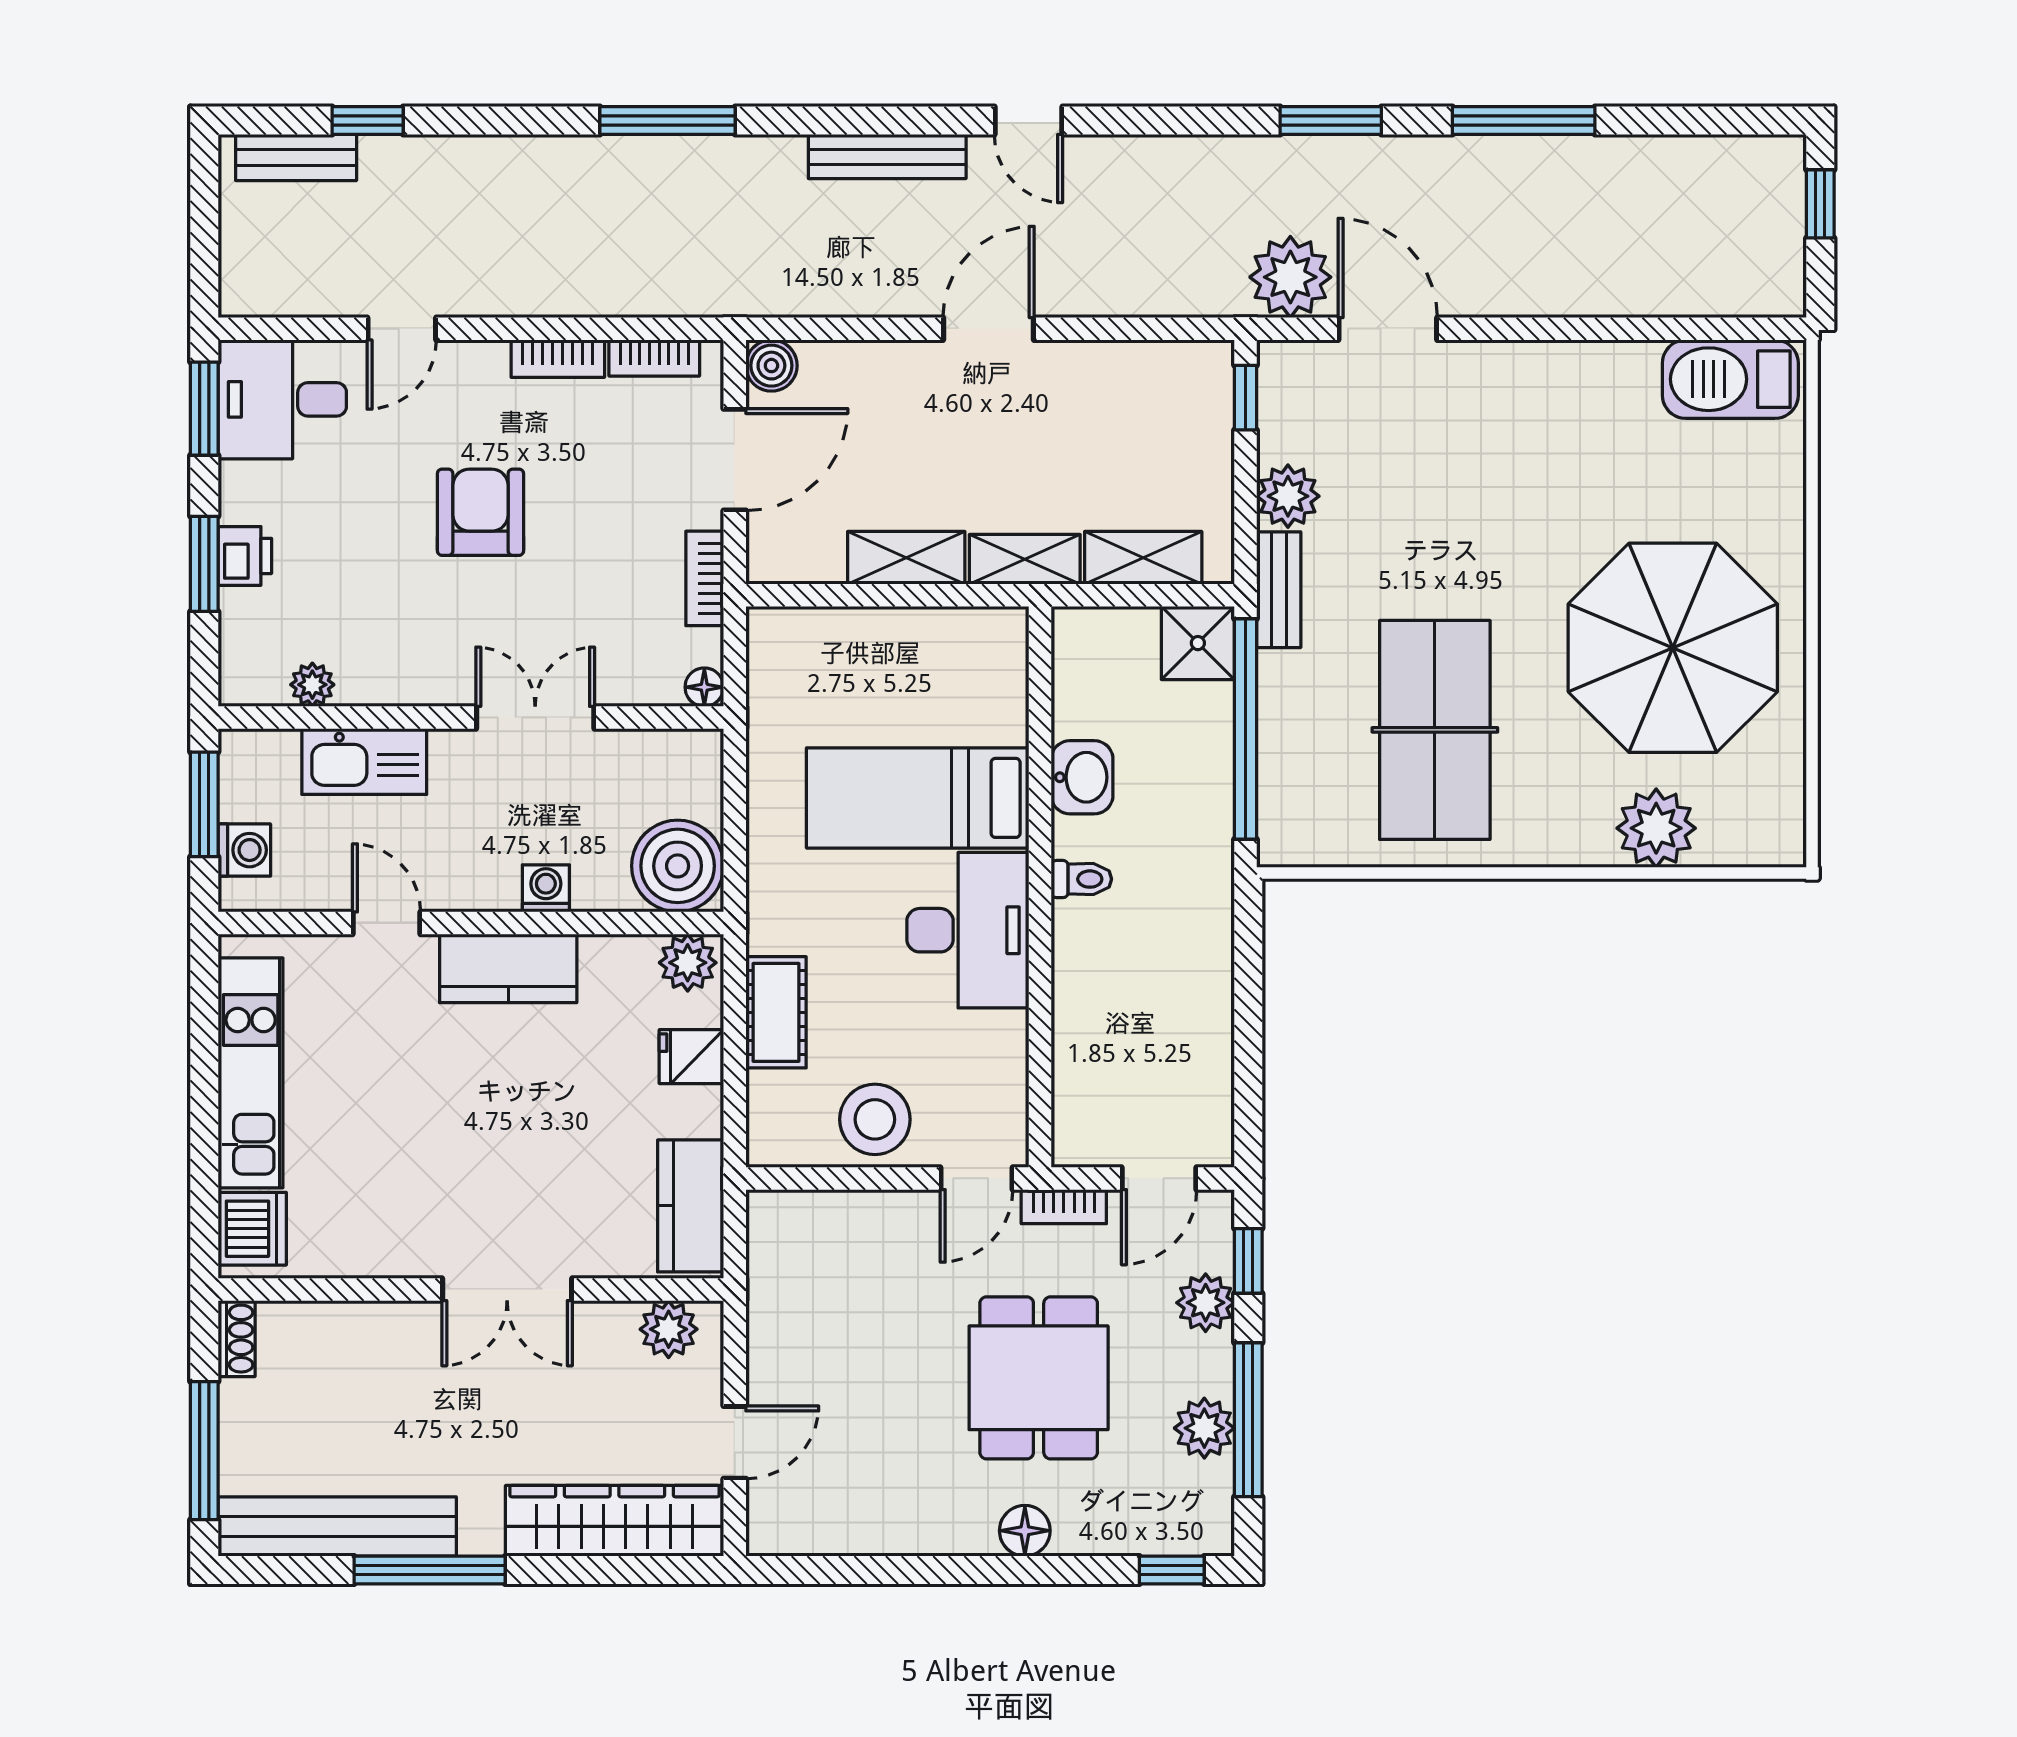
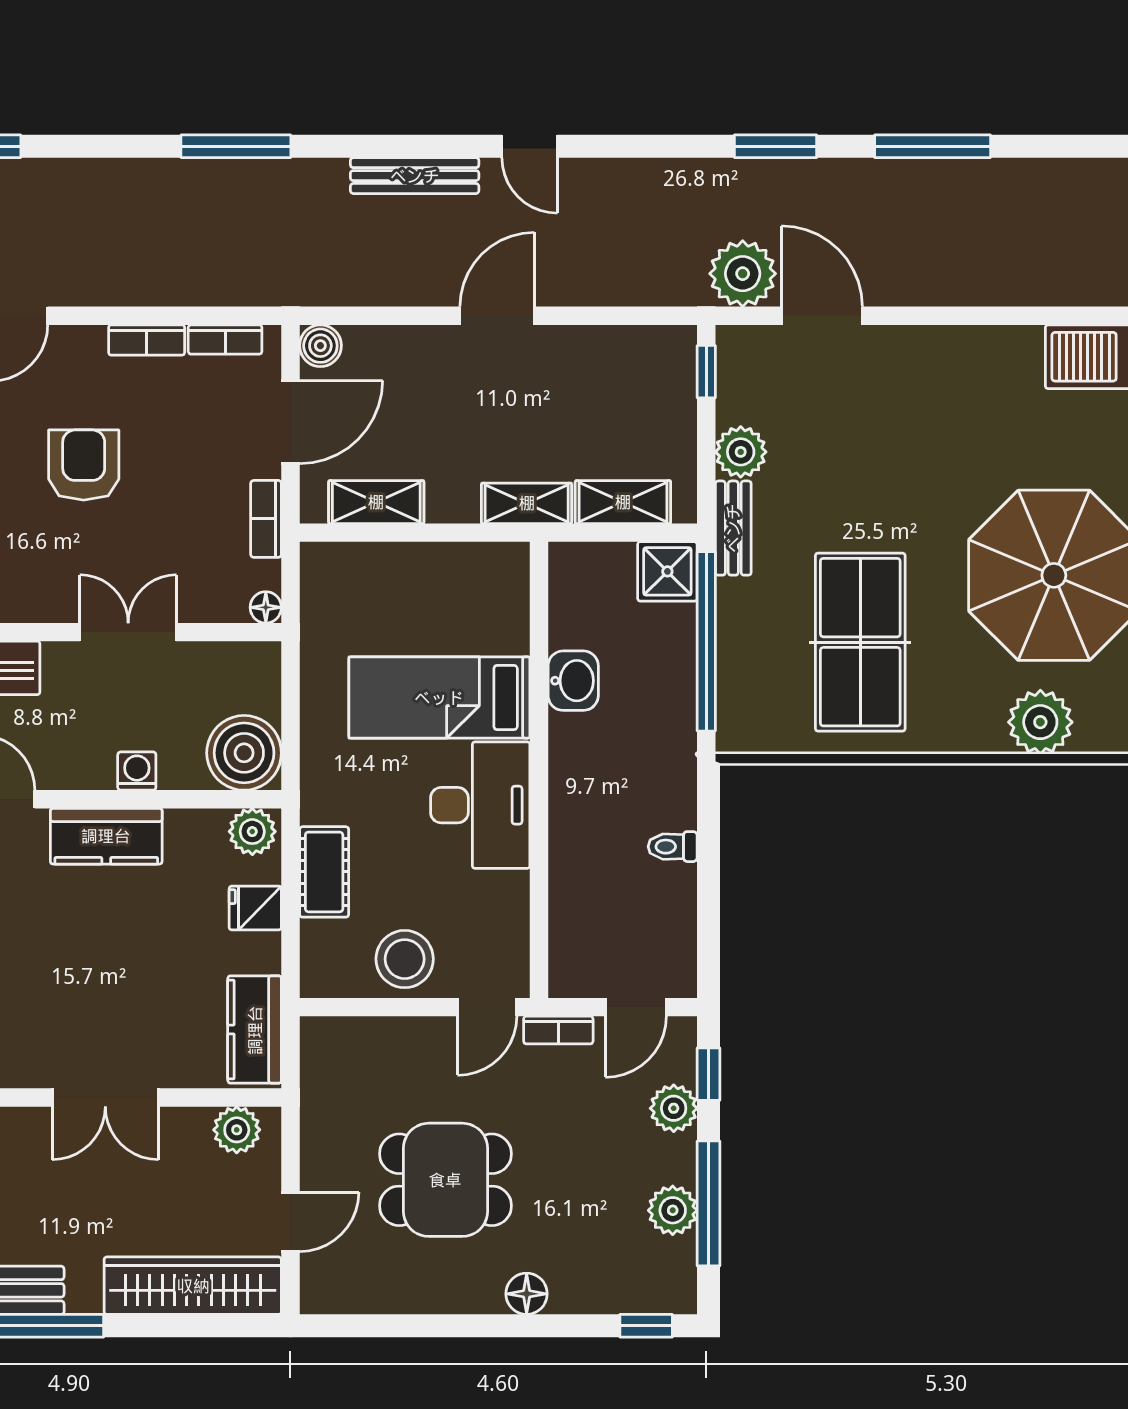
shelving: (906, 558) -> (376, 502), moved
toilet: (1081, 879) -> (673, 847), moved, turned 180
dining table: (1039, 1378) -> (445, 1180), moved, turned 90

